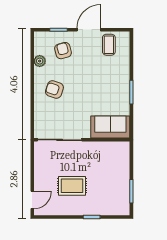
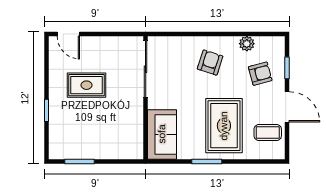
rug: (104, 79) -> (224, 126), added
rug: (72, 186) -> (87, 85), turned 90

